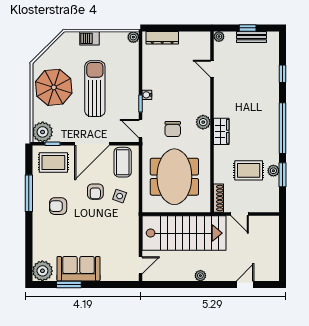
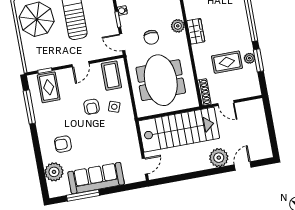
plant: (43, 132) -> (34, 62), removed
door: (92, 144) -> (80, 64), width x0.53
rug: (53, 162) -> (49, 87), turned 90
window: (29, 193) -> (29, 107), moved
armchair: (58, 206) -> (63, 144), moved
sofa: (78, 269) -> (96, 178), width x1.36
plant: (42, 271) -> (54, 172), moved
plant: (200, 276) -> (219, 158), moved, width x1.88, depth x1.88
window: (69, 284) -> (83, 195), width x1.44

